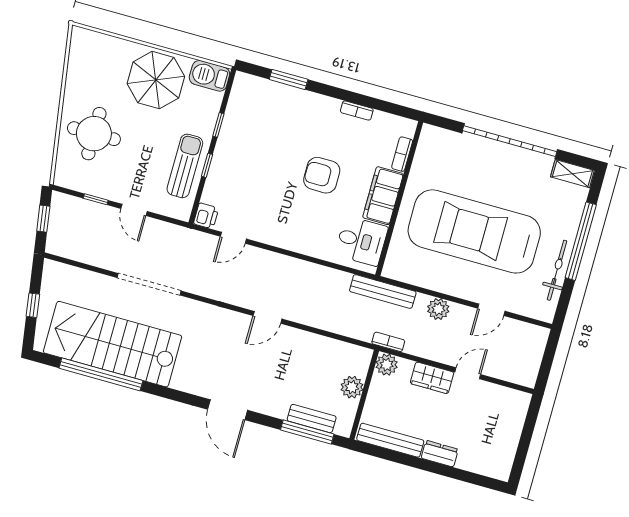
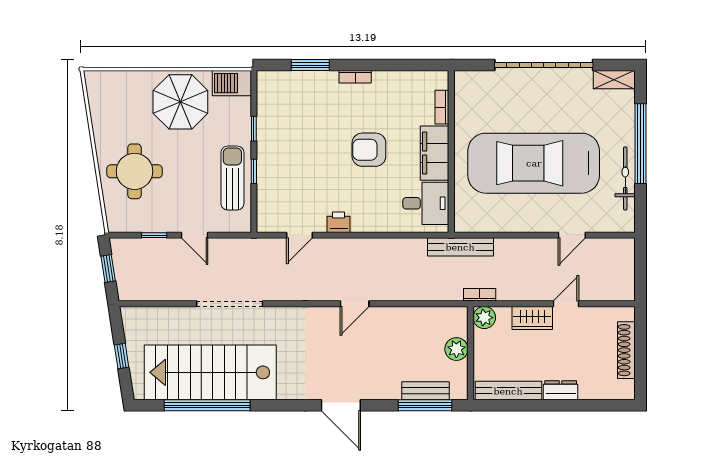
bookcase: (357, 110) -> (355, 77), moved
printer: (206, 216) -> (339, 222), moved, turned -90
plant: (438, 309) -> (520, 249), removed
shoe rack: (513, 433) -> (626, 350), added

